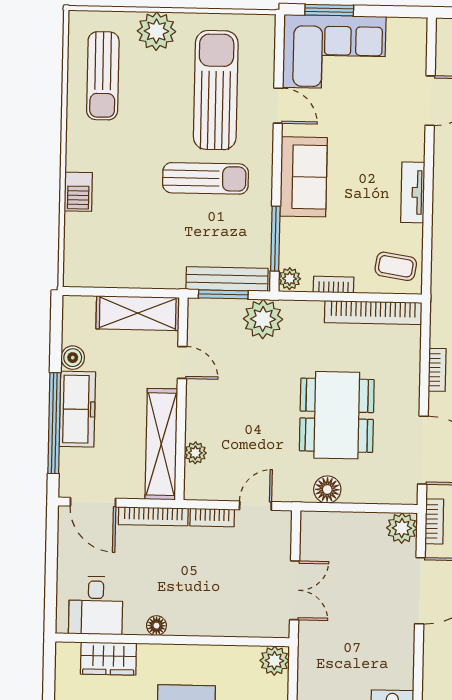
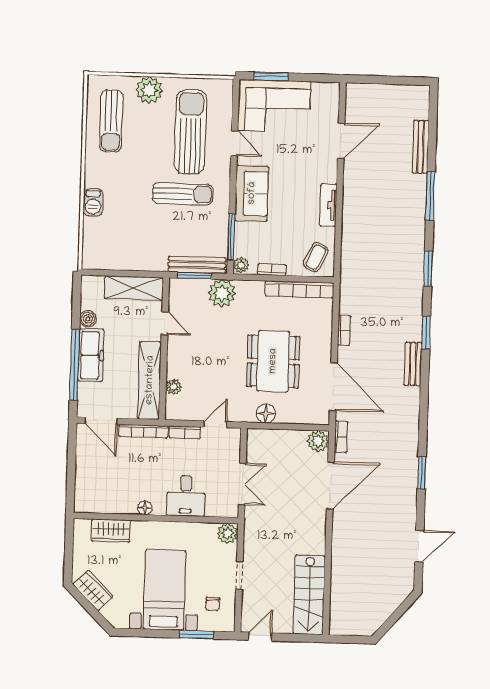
coffee table: (396, 266) -> (316, 257), turned -74
desk: (96, 605) -> (186, 496), moved

